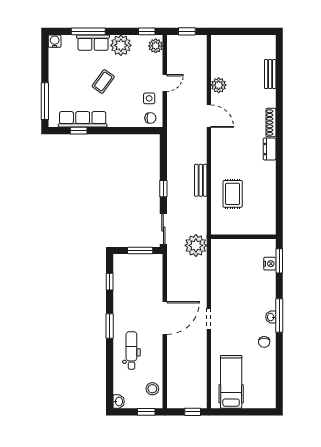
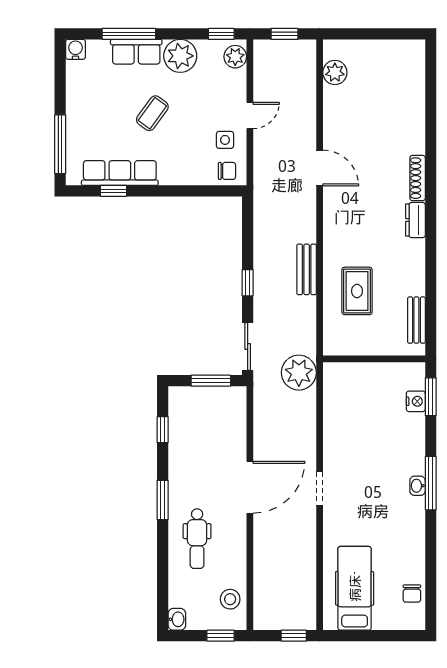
bench: (270, 74) -> (416, 320), moved
plant: (219, 85) -> (335, 72), moved
chair: (264, 342) -> (412, 594), moved
dental chair: (131, 350) -> (197, 539), turned 180

